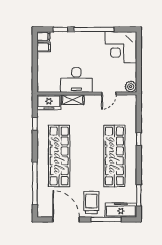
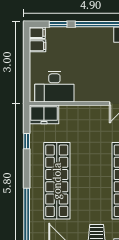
desk: (76, 80) -> (54, 87), moved
shelving: (73, 100) -> (74, 111), removed

